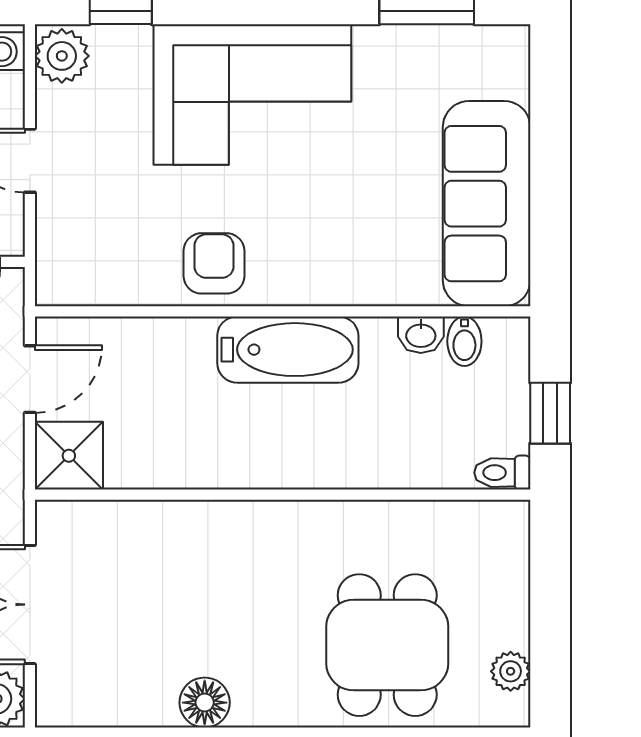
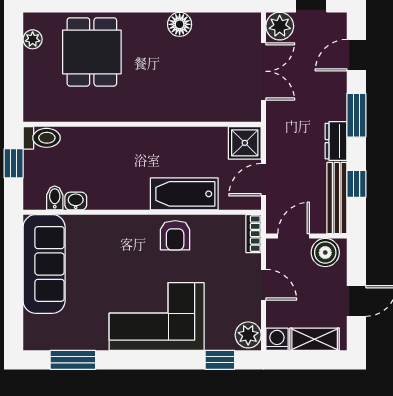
bookcase: (51, 267) -> (254, 234), added
bathtub: (288, 350) -> (184, 194), moved
toilet: (502, 473) -> (42, 138), width x1.37, depth x1.39

